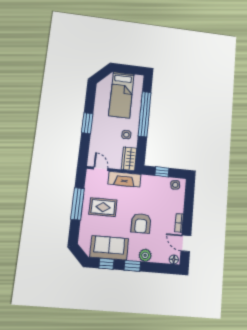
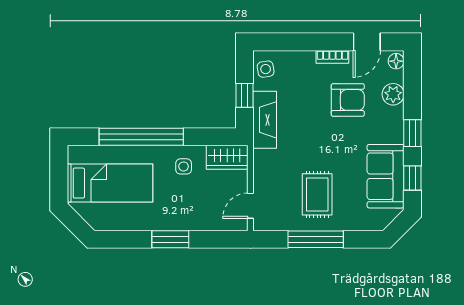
fireplace: (124, 179) -> (265, 120), moved
armchair: (141, 223) -> (348, 100), moved
plant: (145, 255) -> (393, 94), moved

